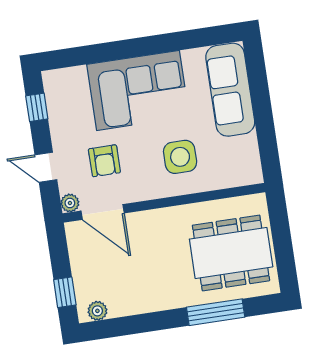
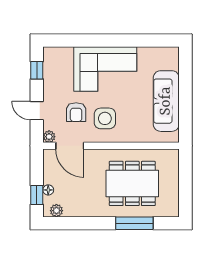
sofa: (230, 90) -> (166, 101), moved
side table: (180, 157) -> (105, 118), moved
dining table: (231, 253) -> (132, 183), moved
floor lamp: (81, 282) -> (48, 190), added

